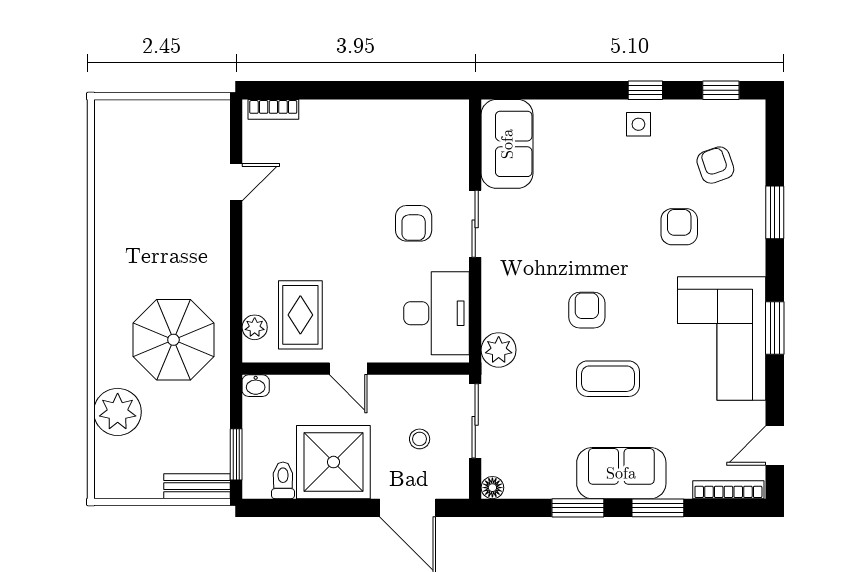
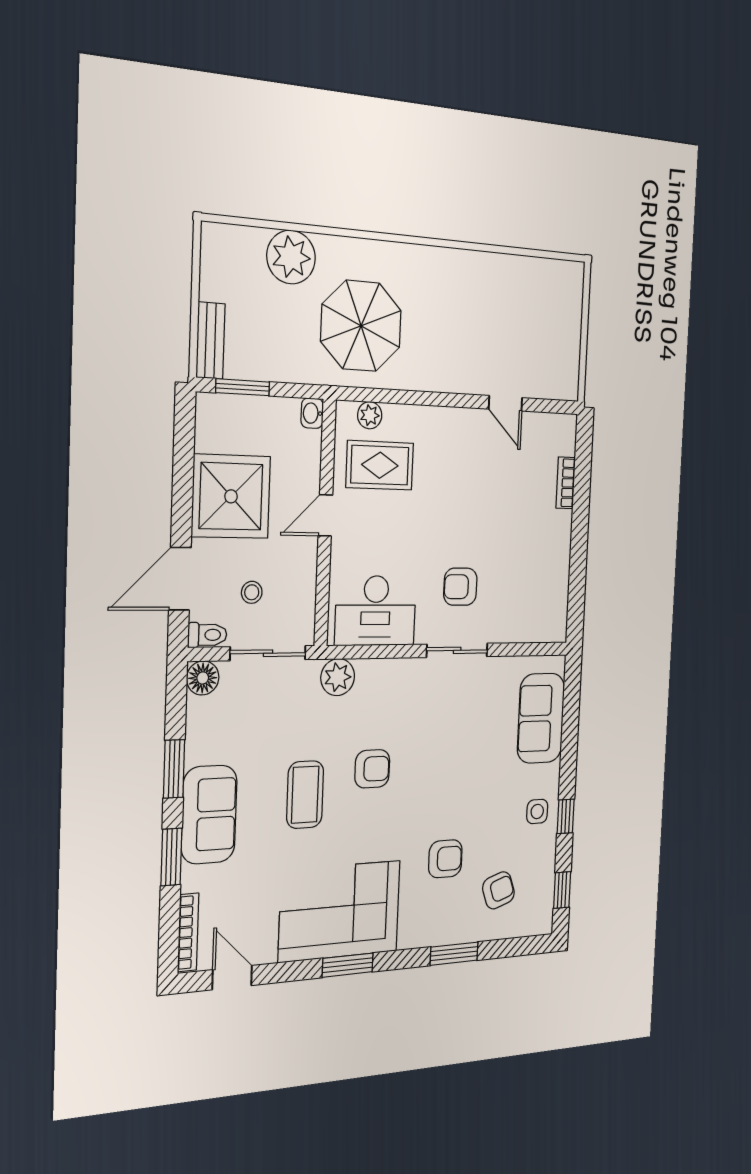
bookcase: (273, 109) -> (566, 483), moved
sofa: (507, 144) -> (541, 718), moved, turned 90
toilet: (283, 480) -> (207, 635), moved
floor lamp: (492, 488) -> (203, 678), width x1.37, depth x1.37

